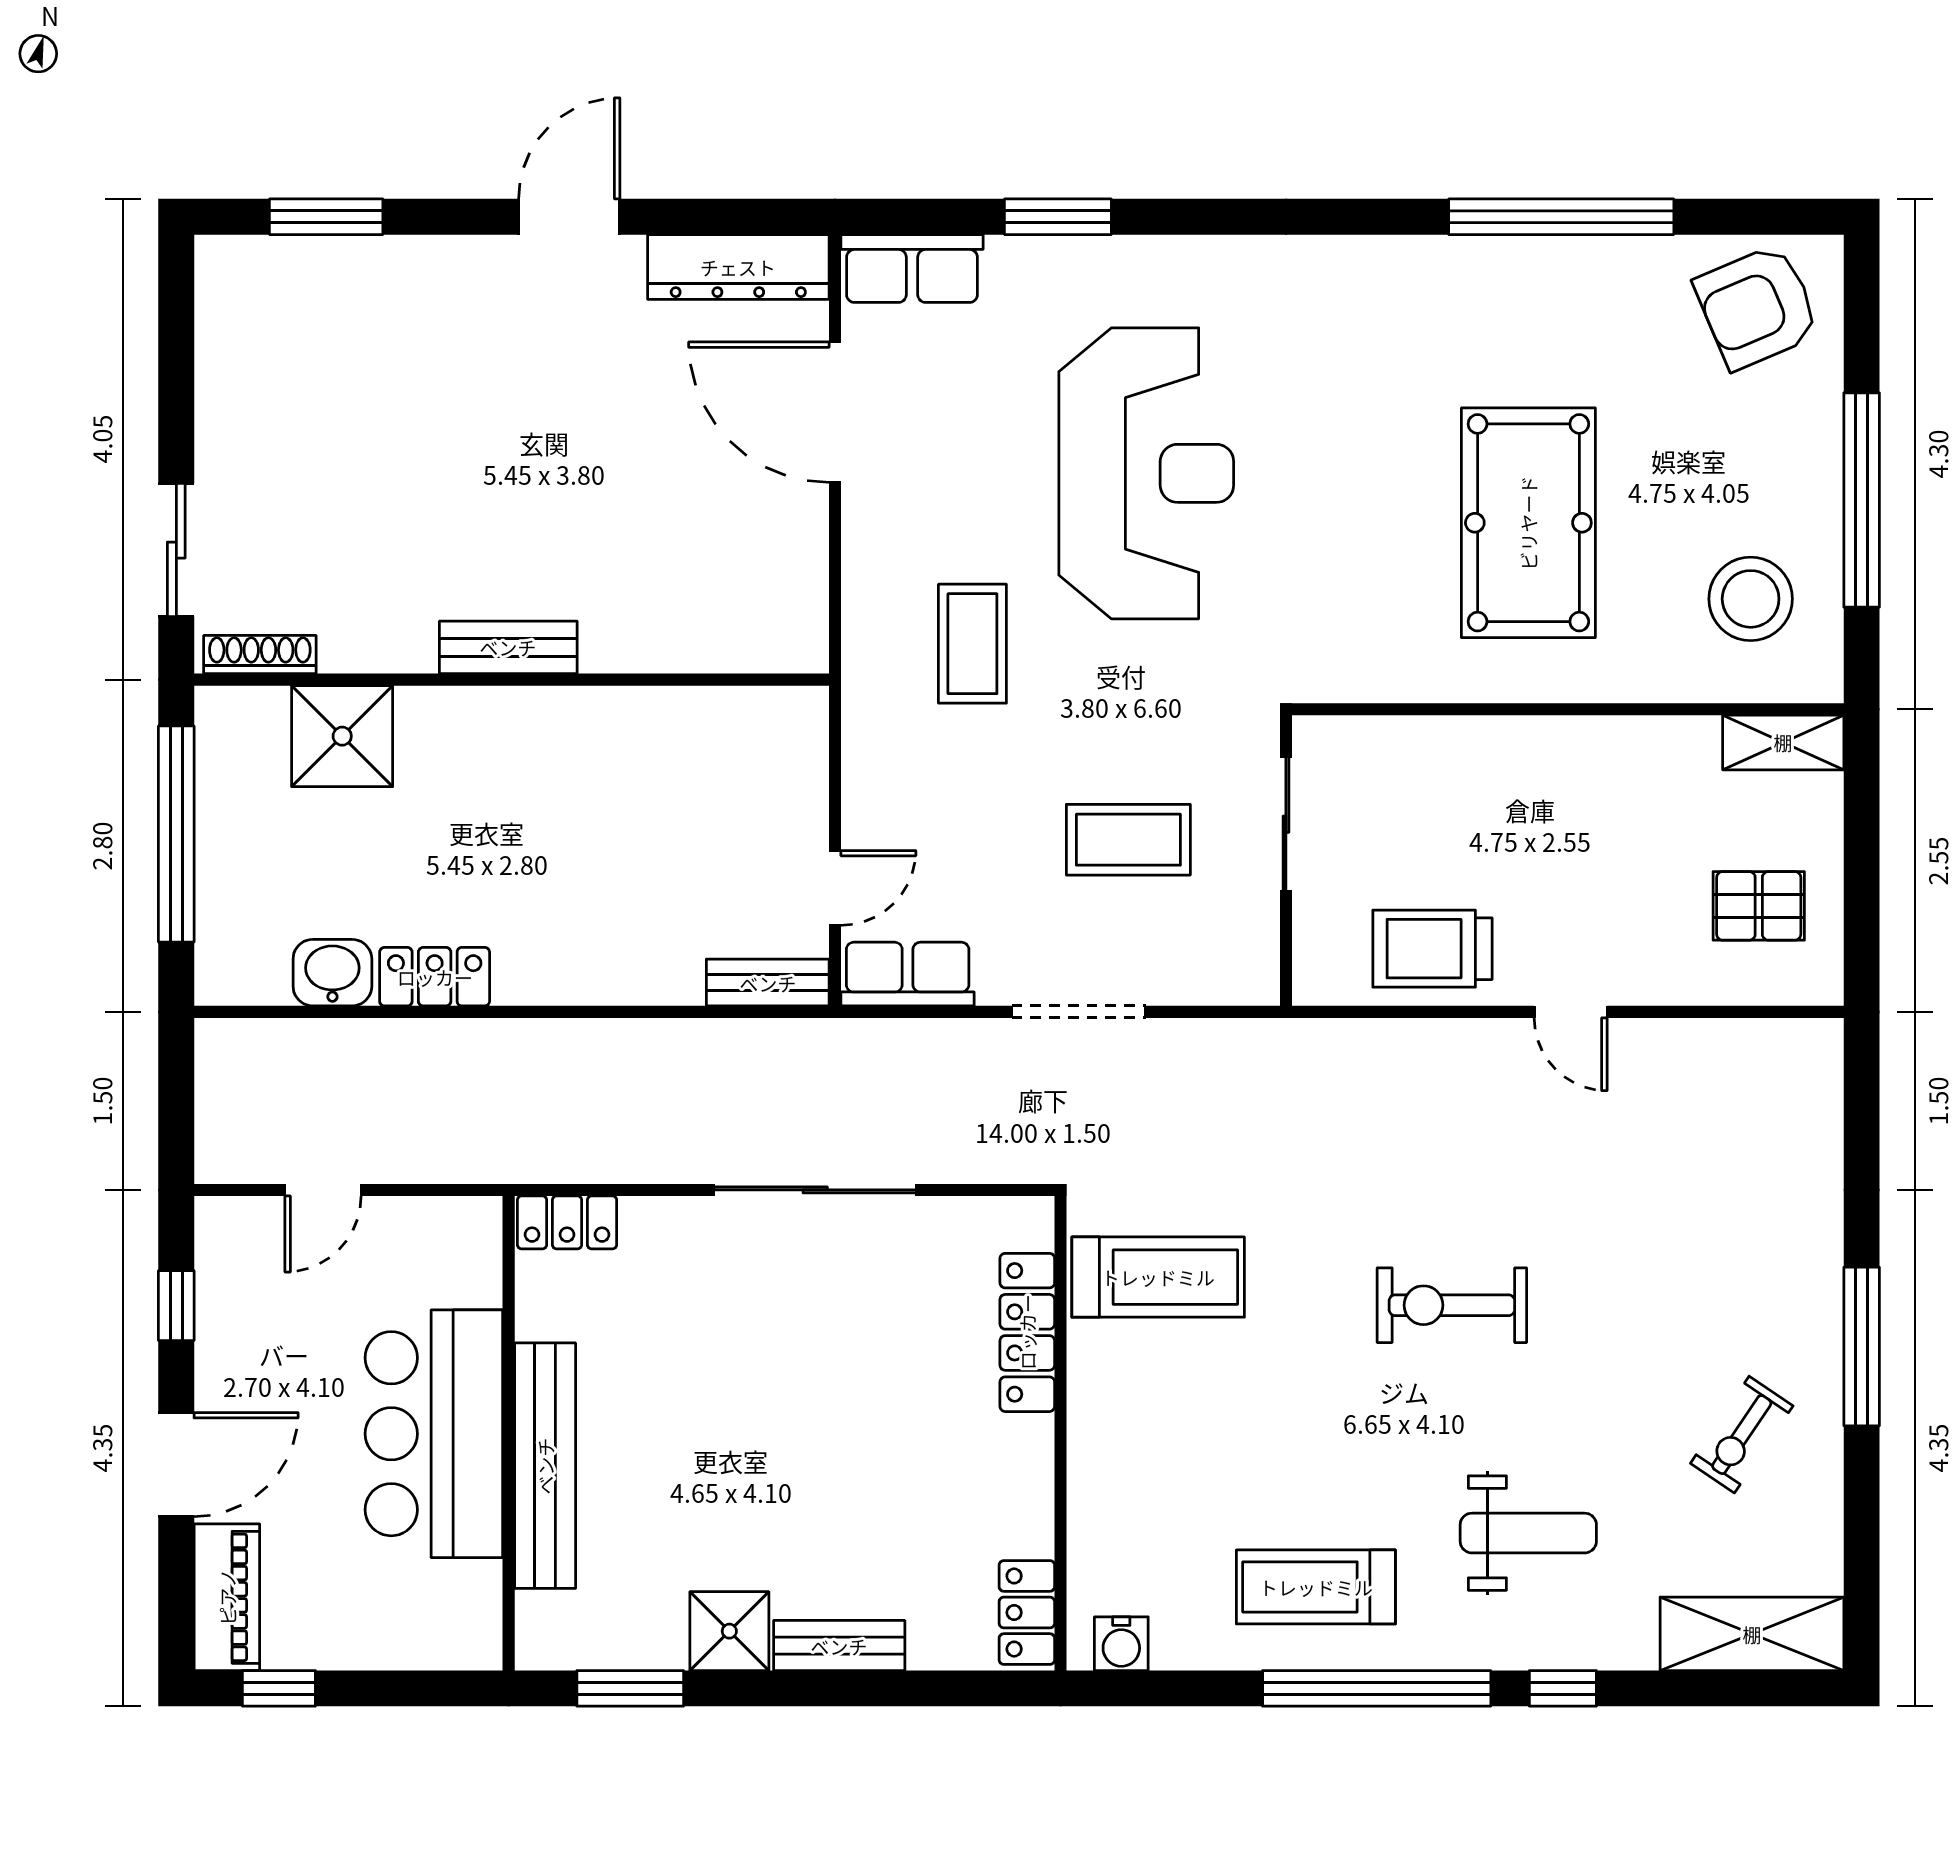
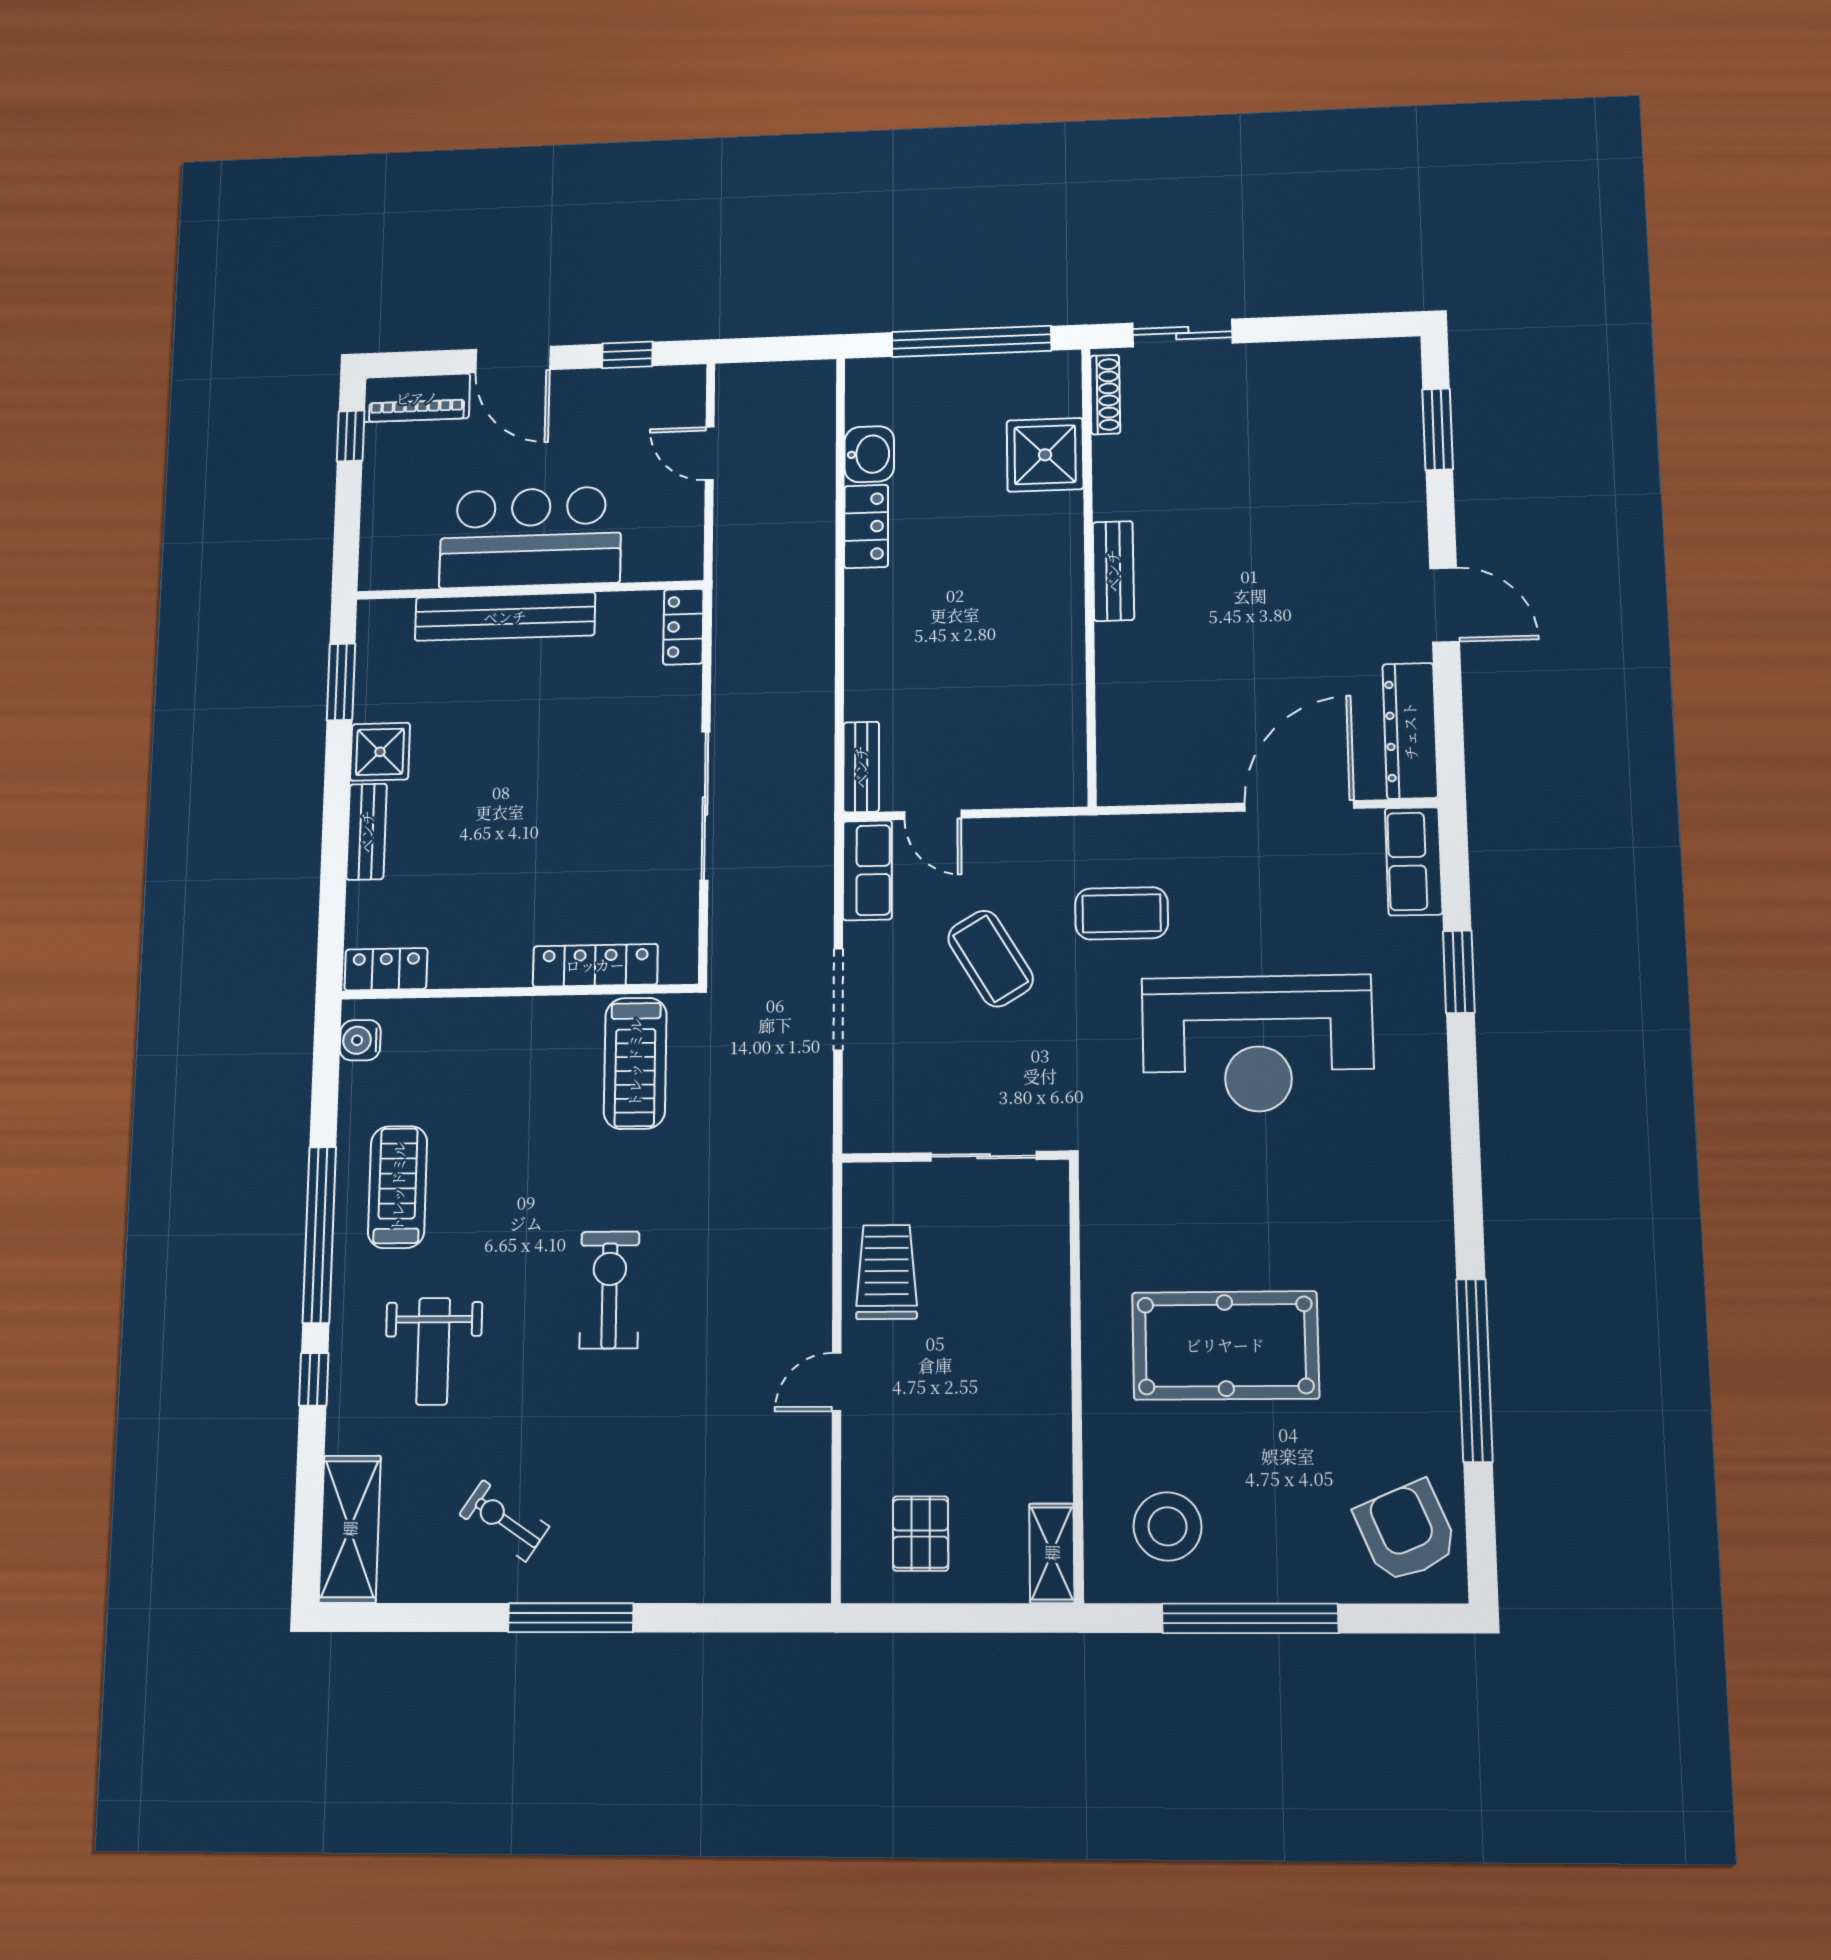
coffee table: (1128, 840) -> (991, 959), moved, turned -31

